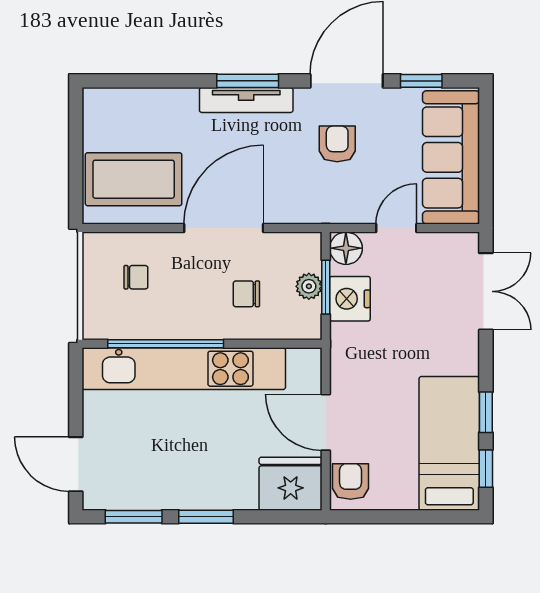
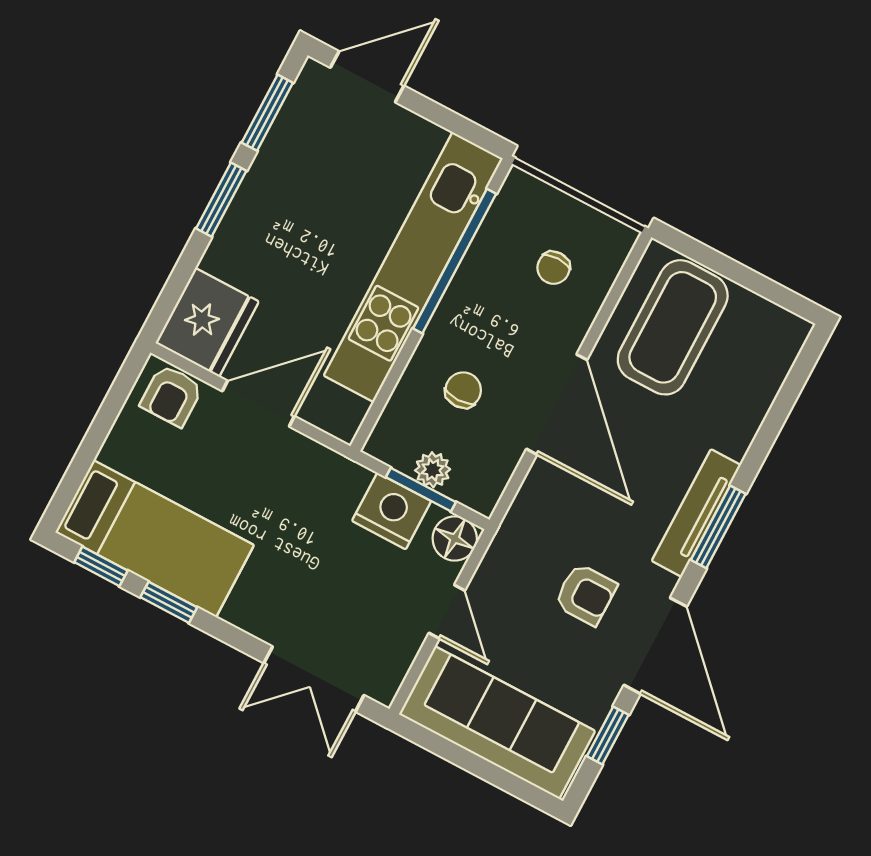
armchair: (351, 482) -> (172, 396), turned 90

